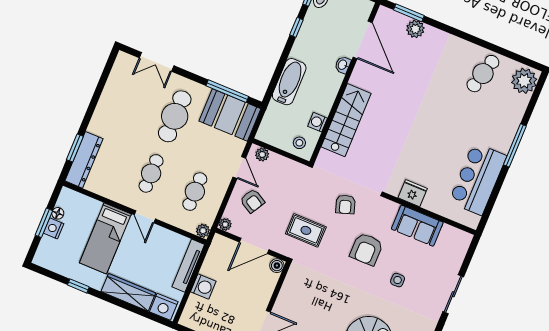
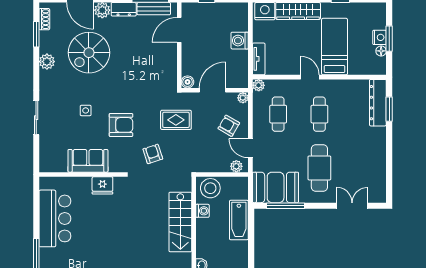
bathtub: (289, 82) -> (239, 220), moved
stool: (299, 143) -> (210, 188), width x1.89, depth x1.89
armchair: (366, 249) -> (121, 125), turned 90
tv unit: (188, 266) -> (259, 59), width x0.71

